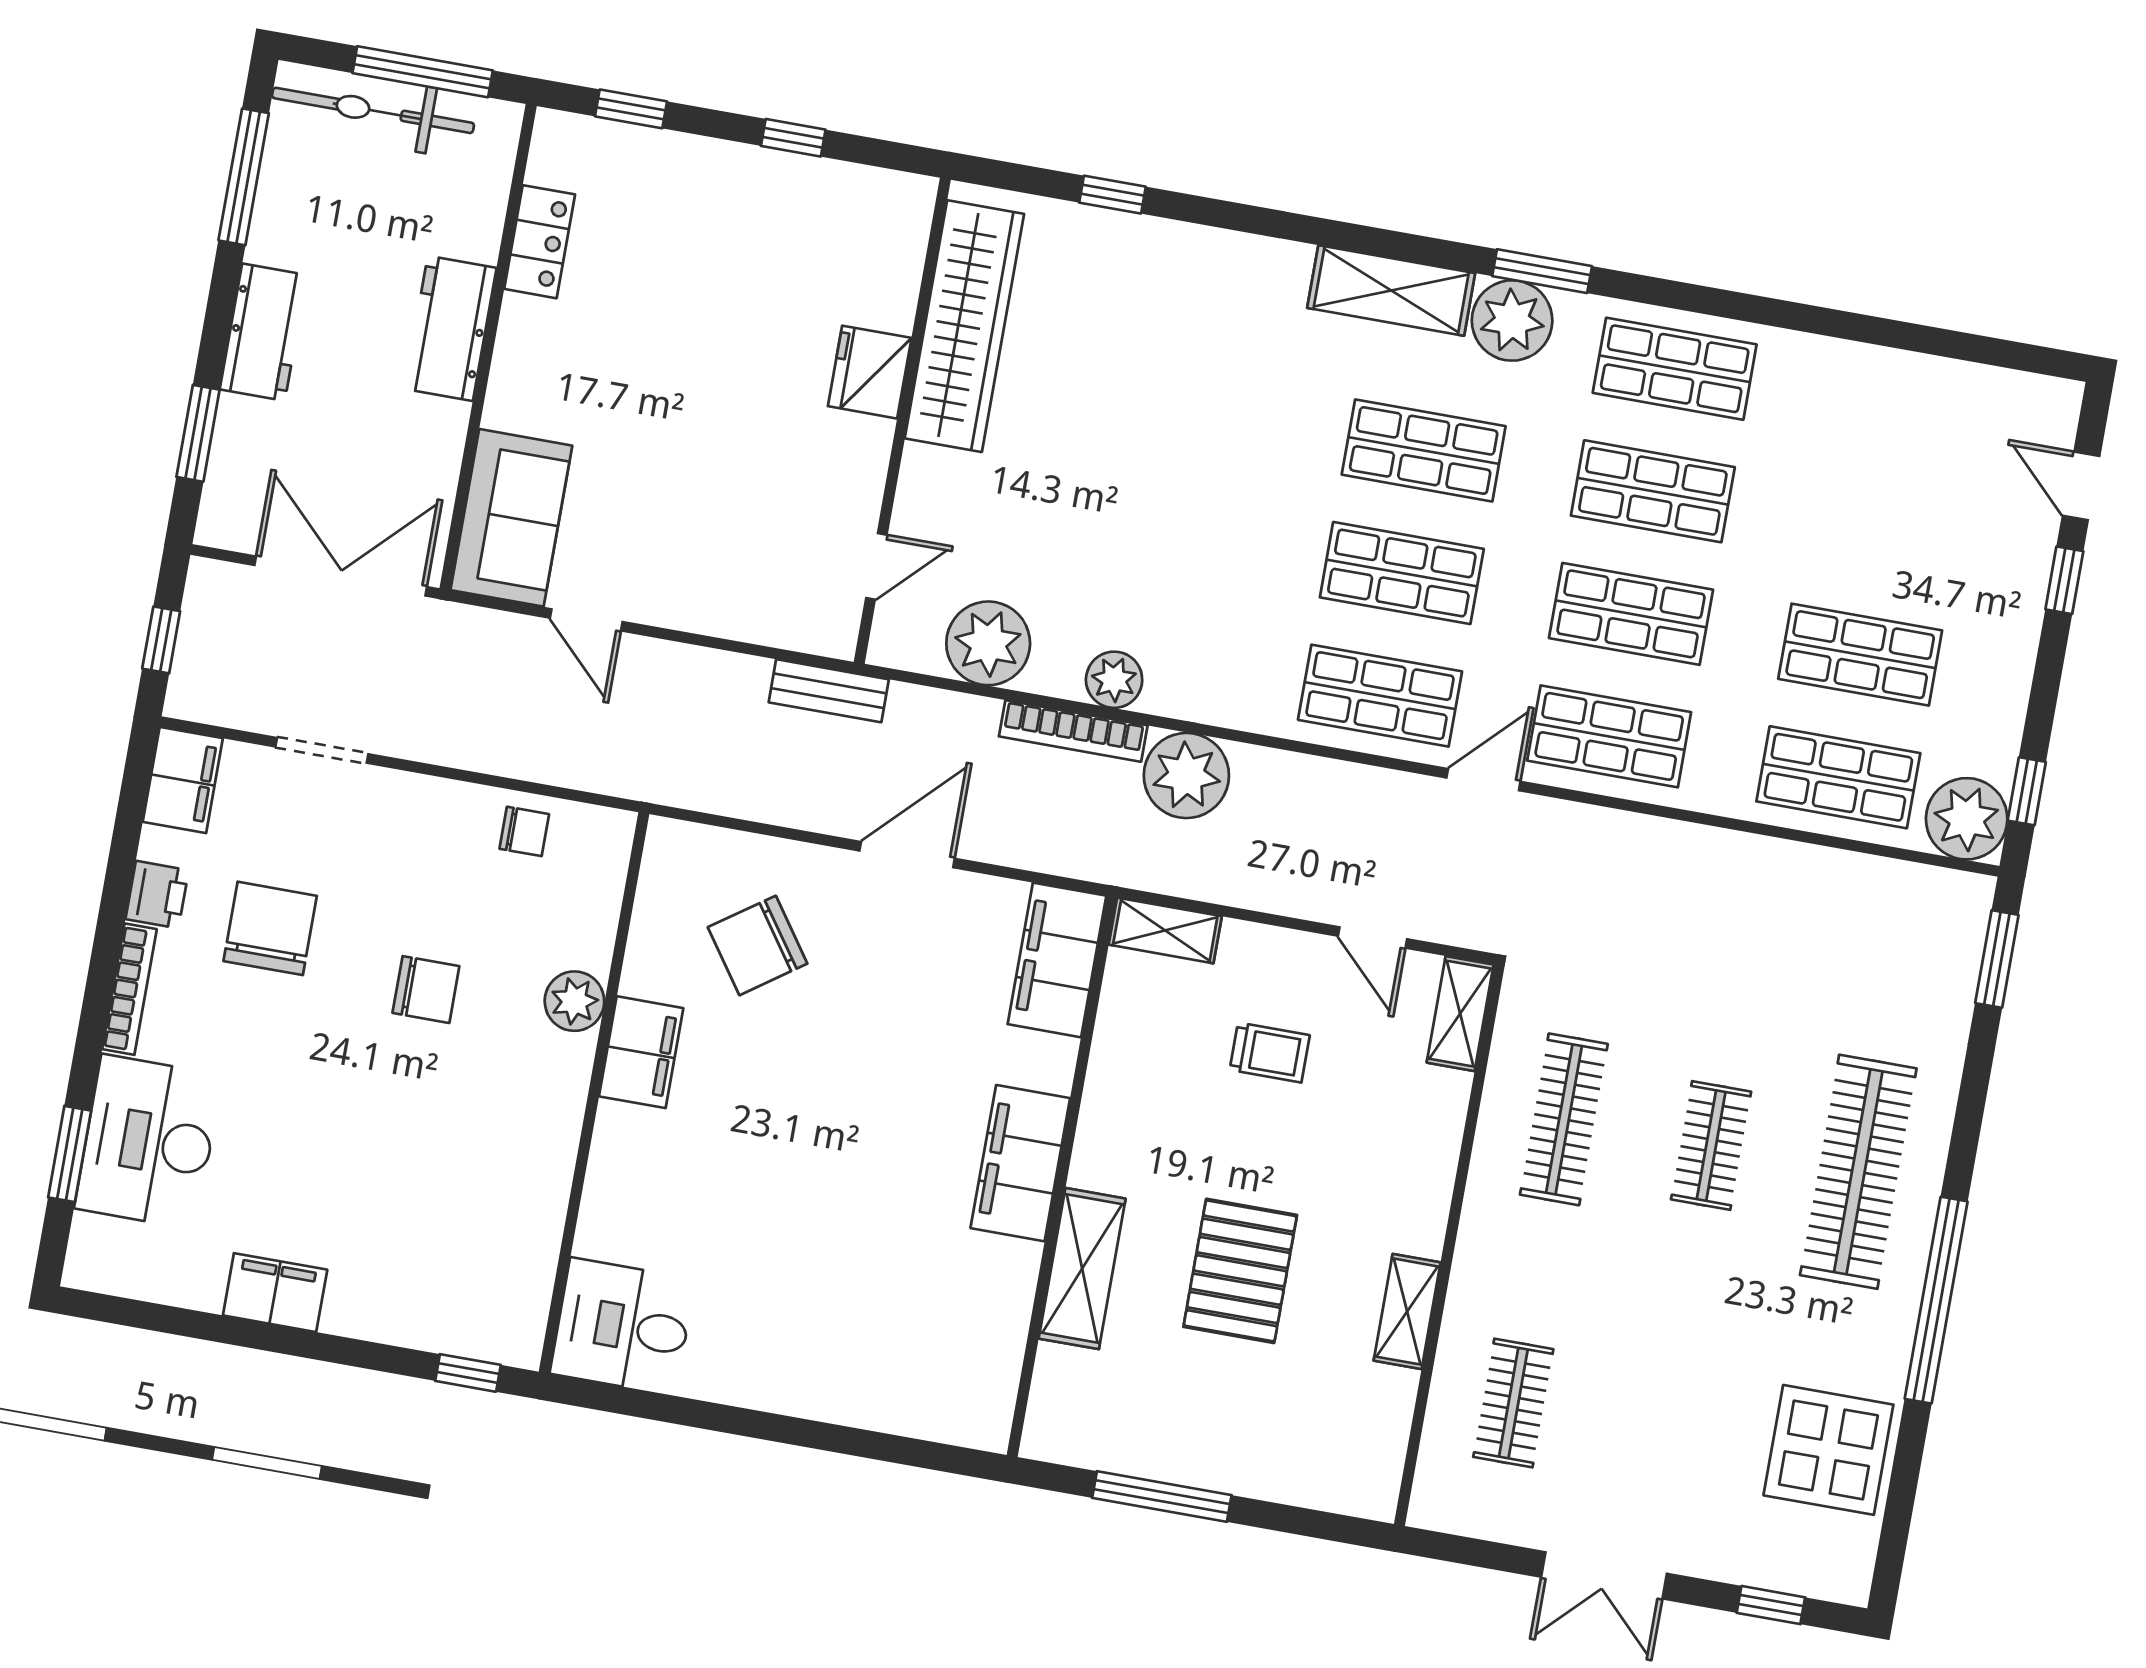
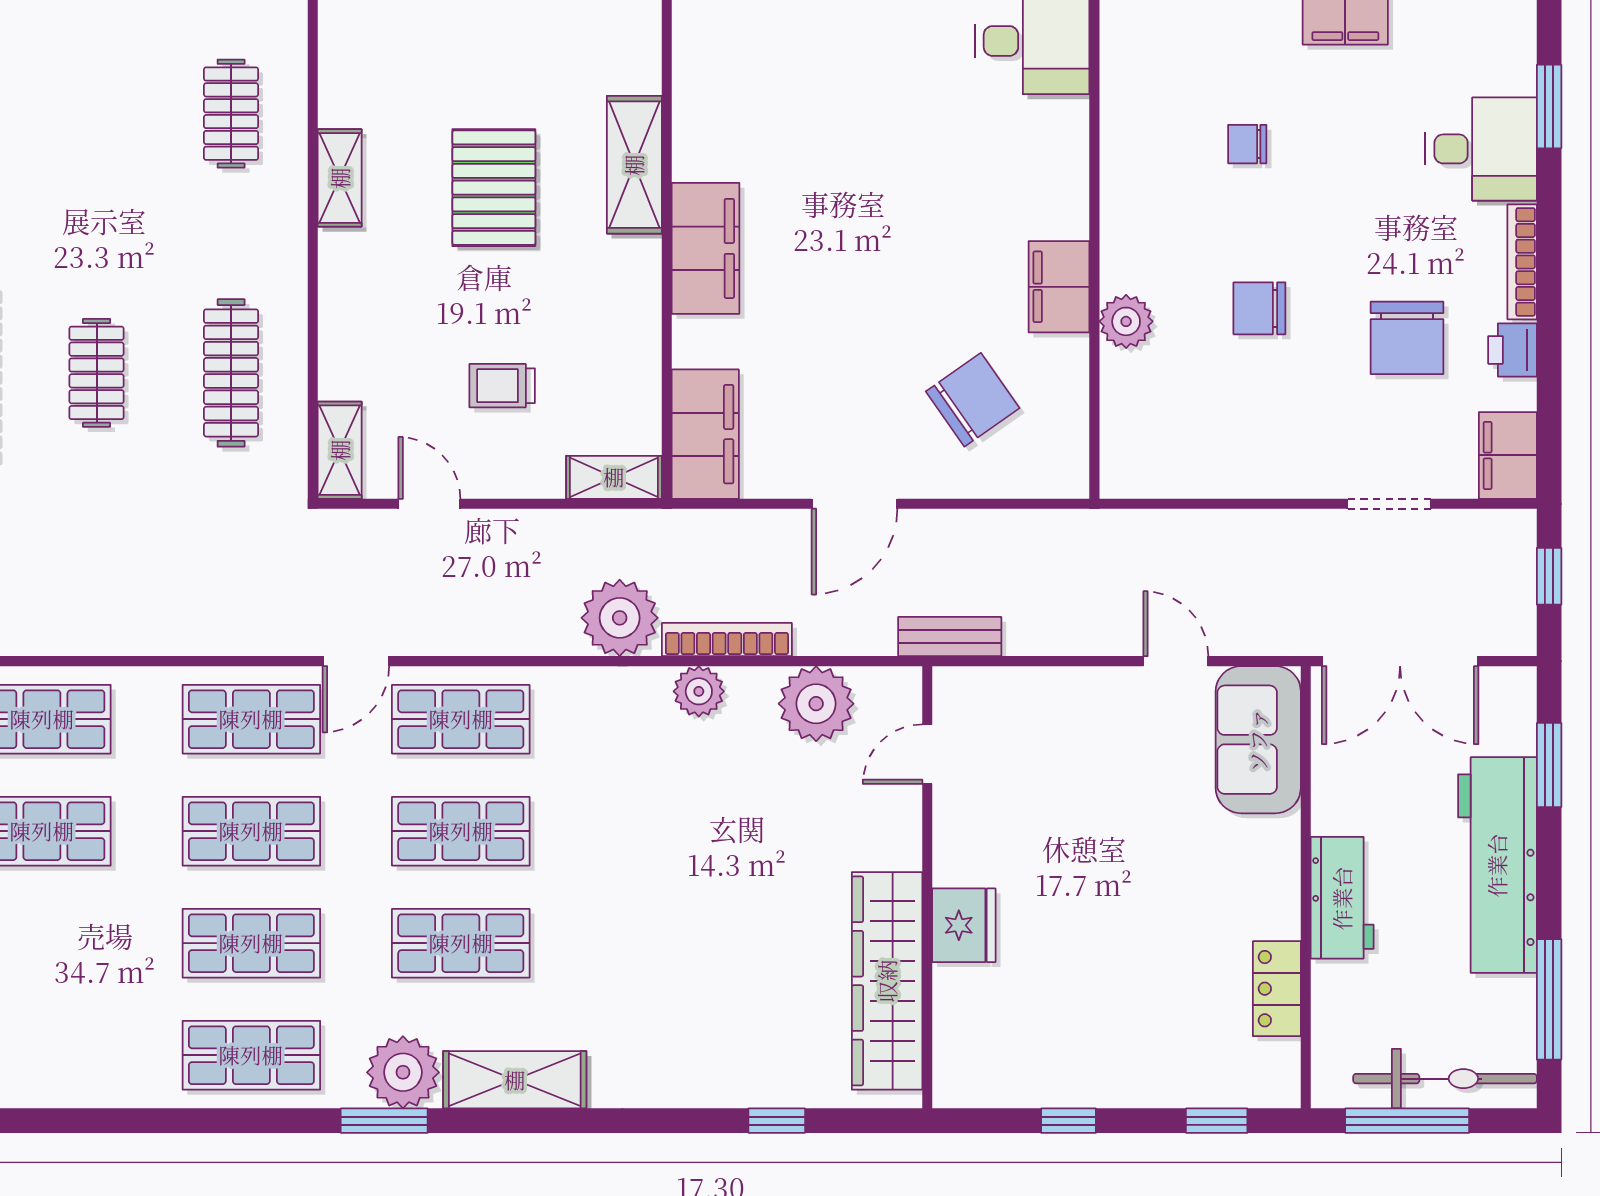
workbench: (263, 332) -> (1497, 865), width x1.88, depth x1.32
chair: (524, 831) -> (1247, 144), moved
desk: (149, 1142) -> (1481, 149), width x0.73

